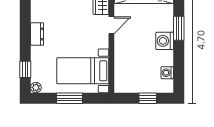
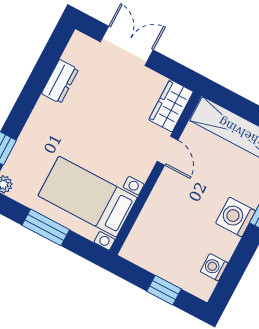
door: (111, 25) -> (168, 151), hinge flipped
dresser: (37, 34) -> (60, 82), moved

